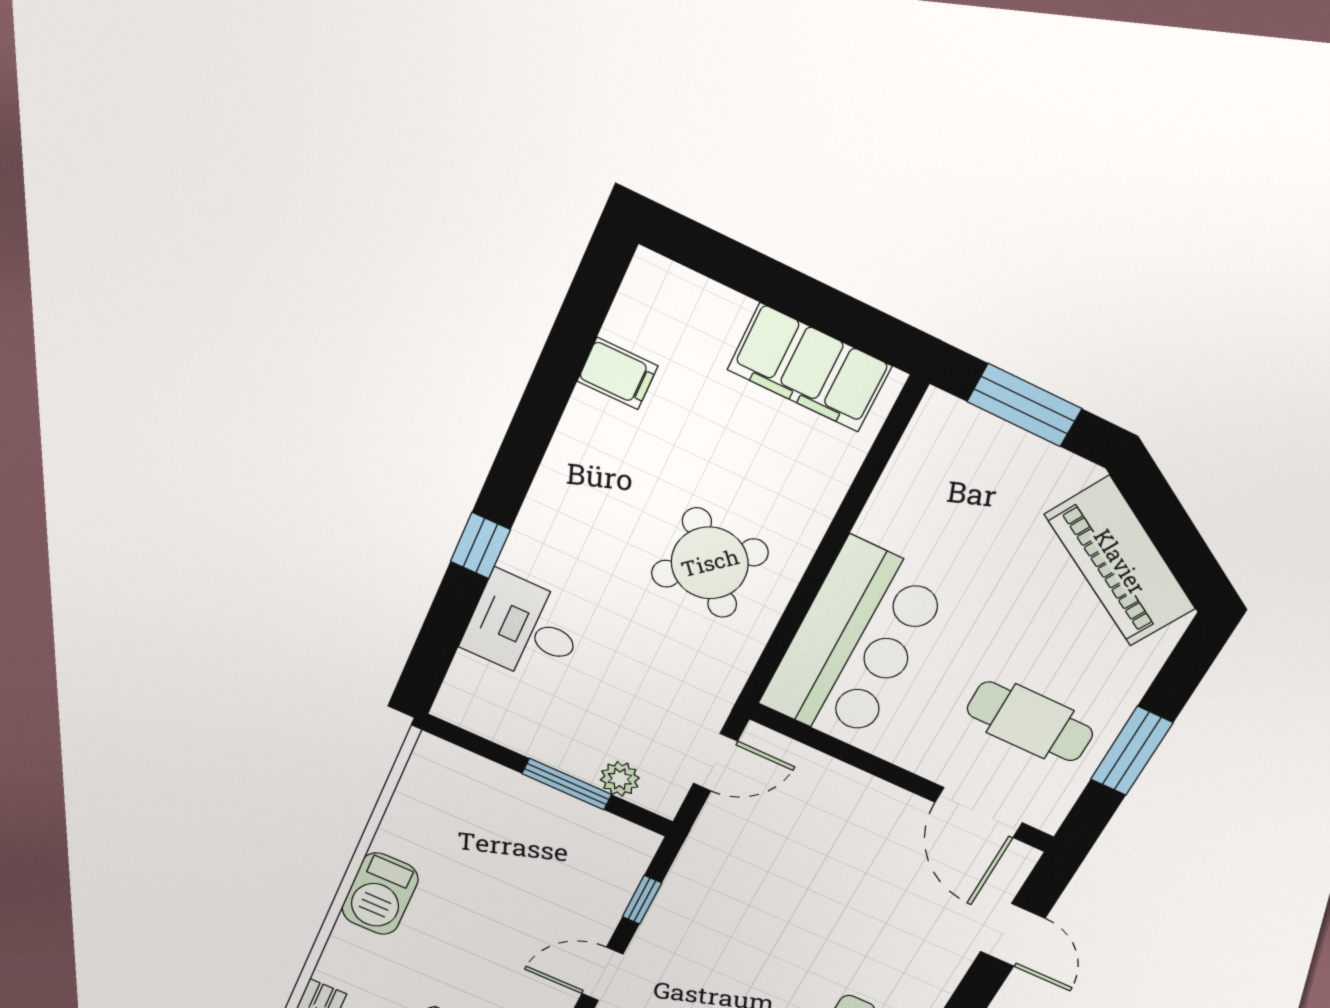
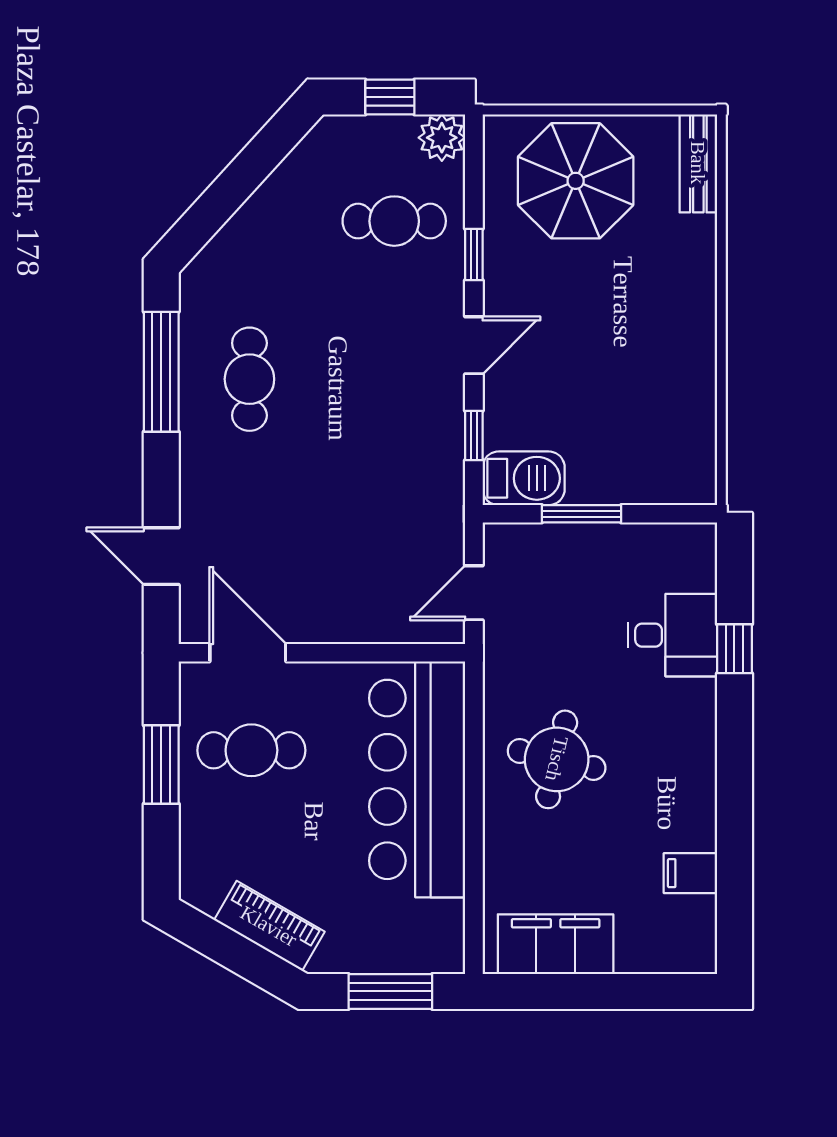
window: (480, 546) -> (734, 649), moved
piano: (1120, 562) -> (269, 926), width x0.73, depth x0.75
round table: (710, 563) -> (557, 759), turned -36
bar counter: (854, 644) -> (417, 779), width x1.36
plant: (620, 779) -> (542, 540), removed
barbecue: (380, 894) -> (524, 478), moved, turned 90

